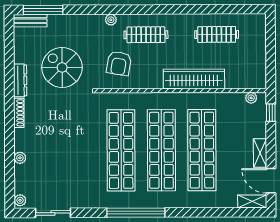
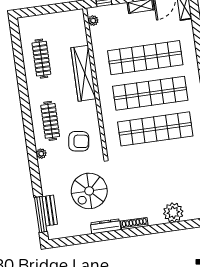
bench: (30, 21) -> (50, 210), moved
plant: (20, 158) -> (173, 212), width x1.87, depth x1.87

